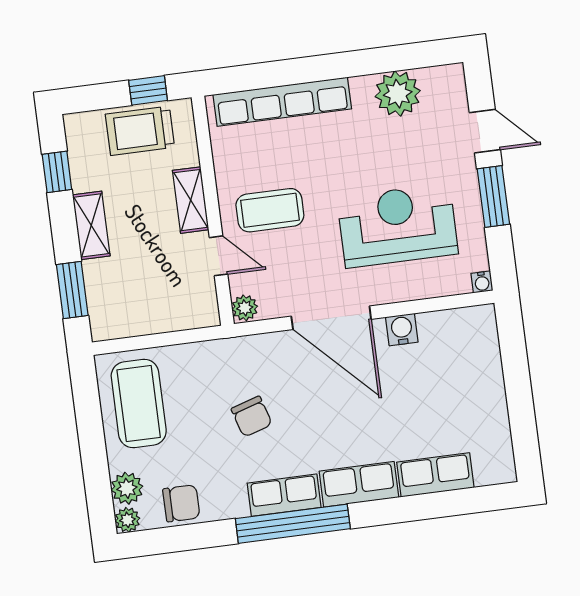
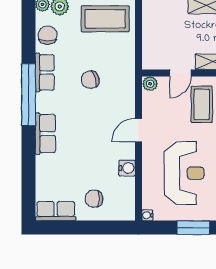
door: (331, 318) -> (138, 130), width x0.53
chair: (465, 382) -> (94, 199), added
row of seats: (435, 475) -> (56, 211), moved, turned -90
row of seats: (284, 495) -> (45, 72), moved
chair: (181, 503) -> (48, 35), turned 180

